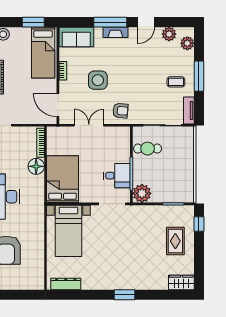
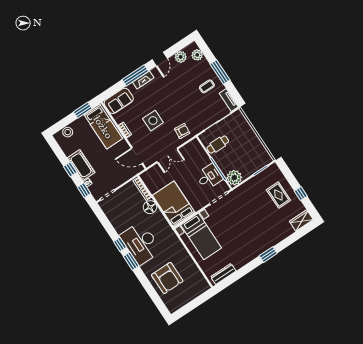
double door: (89, 125) -> (167, 155), swing flipped
window: (199, 224) -> (301, 194), moved

